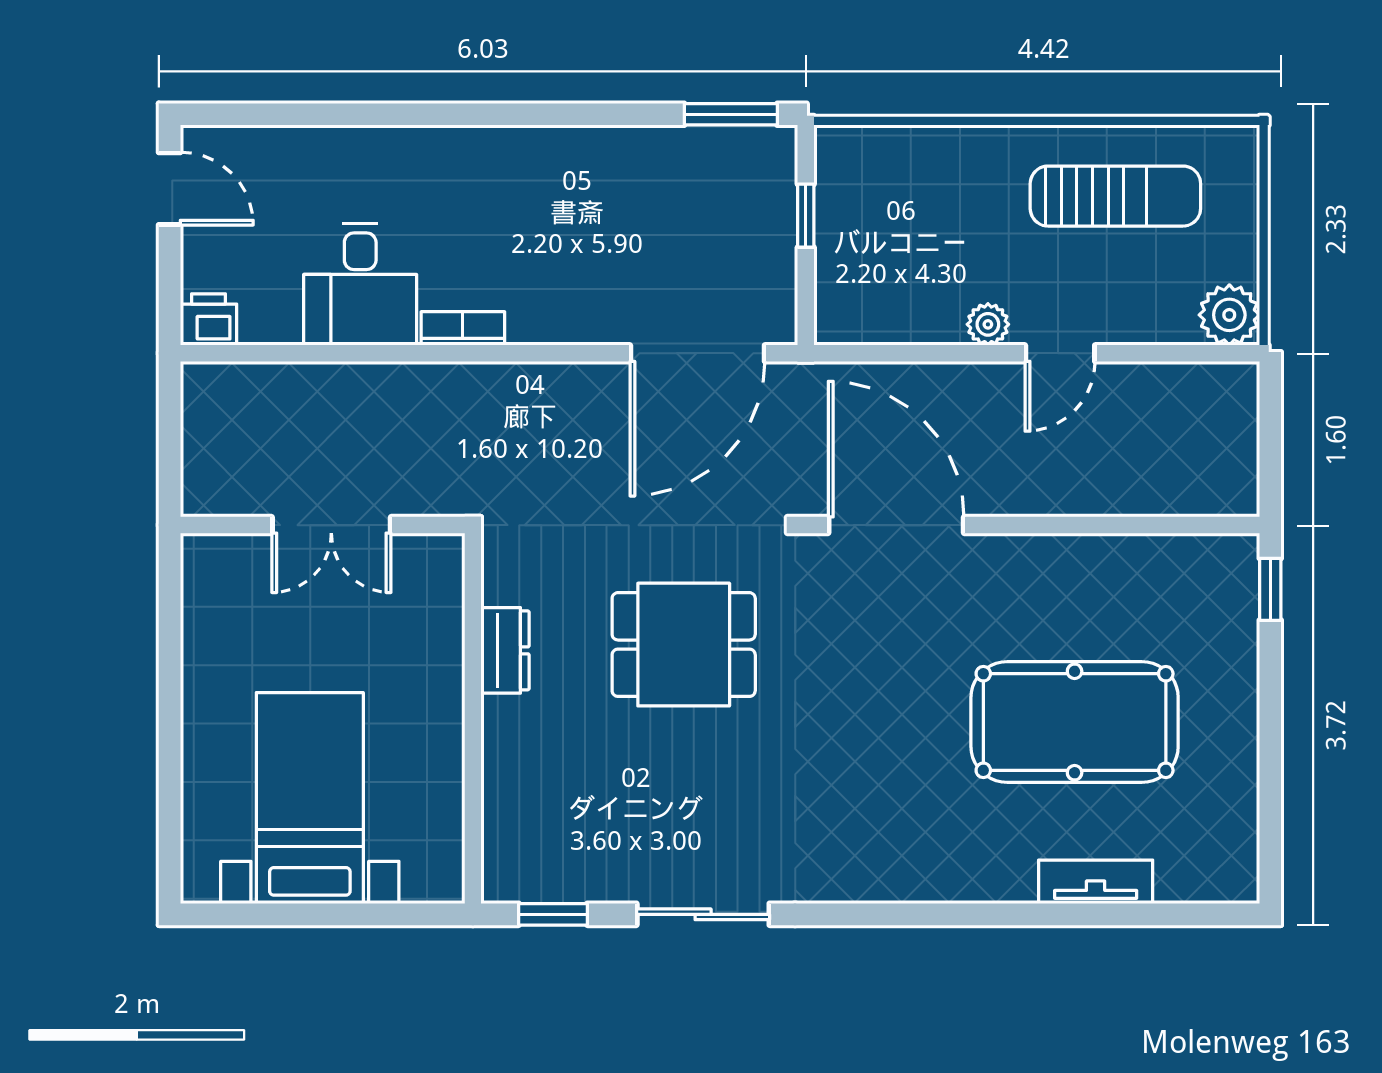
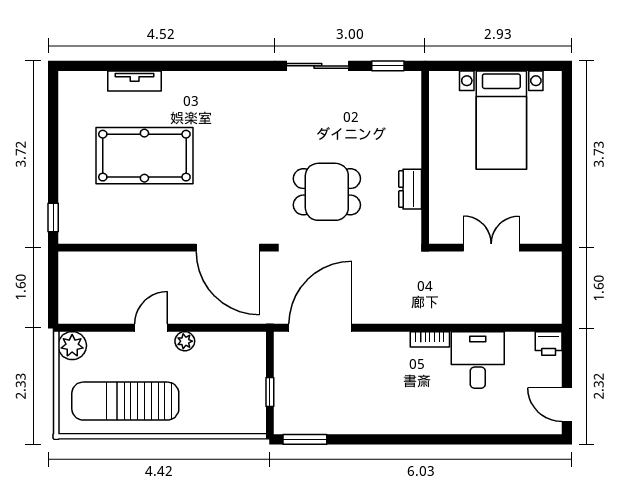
sun lounger: (1115, 196) -> (125, 401), width x1.36, depth x1.34

